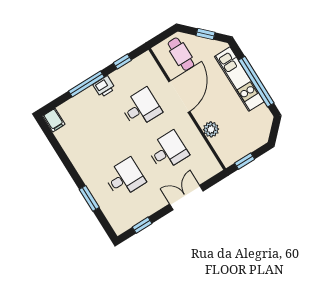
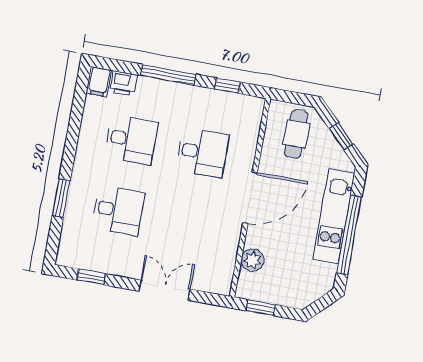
printer: (104, 87) -> (123, 84), moved
door: (179, 96) -> (250, 198), moved
plant: (211, 129) -> (252, 260), moved
desk: (168, 151) -> (131, 139), moved

